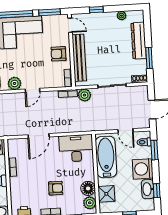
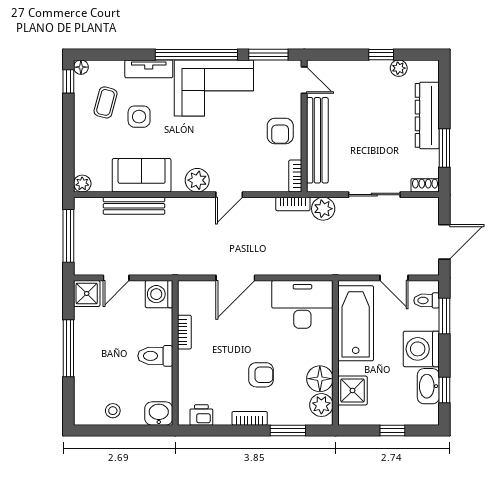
window: (96, 10) -> (381, 55), moved
armchair: (58, 54) -> (280, 131), turned -90

